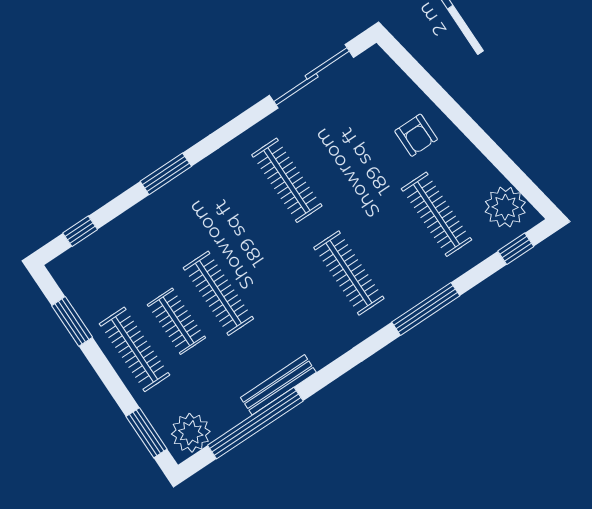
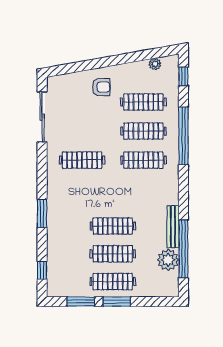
plant: (505, 207) -> (155, 64), width x0.53, depth x0.53
clothes rail: (393, 244) -> (143, 131), added
window: (426, 309) -> (183, 136), width x1.46
clothes rail: (176, 321) -> (113, 254), width x1.36
window: (147, 433) -> (117, 302), moved
plant: (191, 433) -> (168, 260), moved

